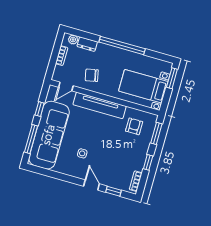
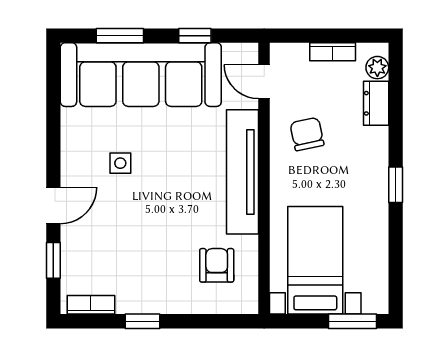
window: (122, 45) -> (396, 185), width x0.32
armchair: (134, 126) -> (217, 265), turned -90
window: (156, 133) -> (215, 321), removed
window: (31, 139) -> (120, 36), width x0.69

